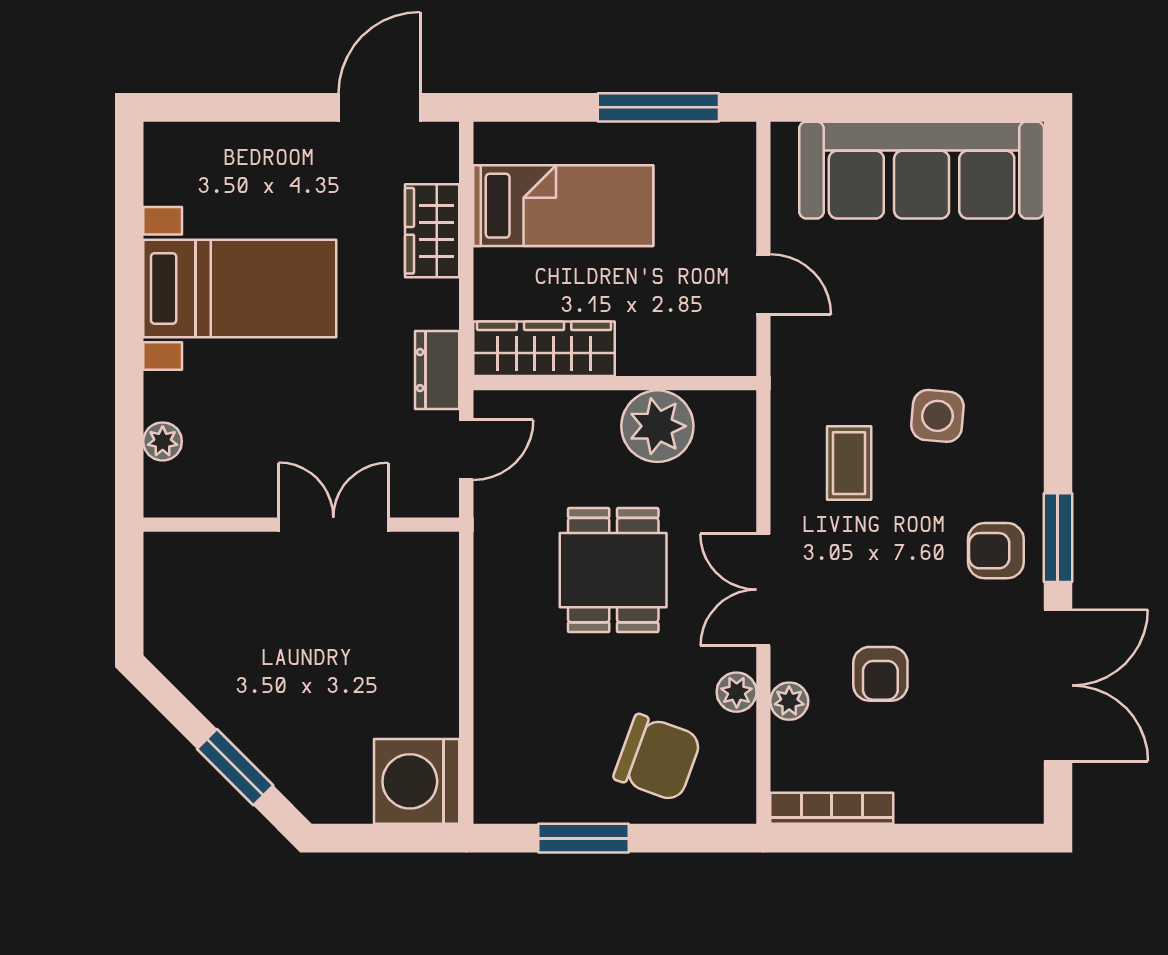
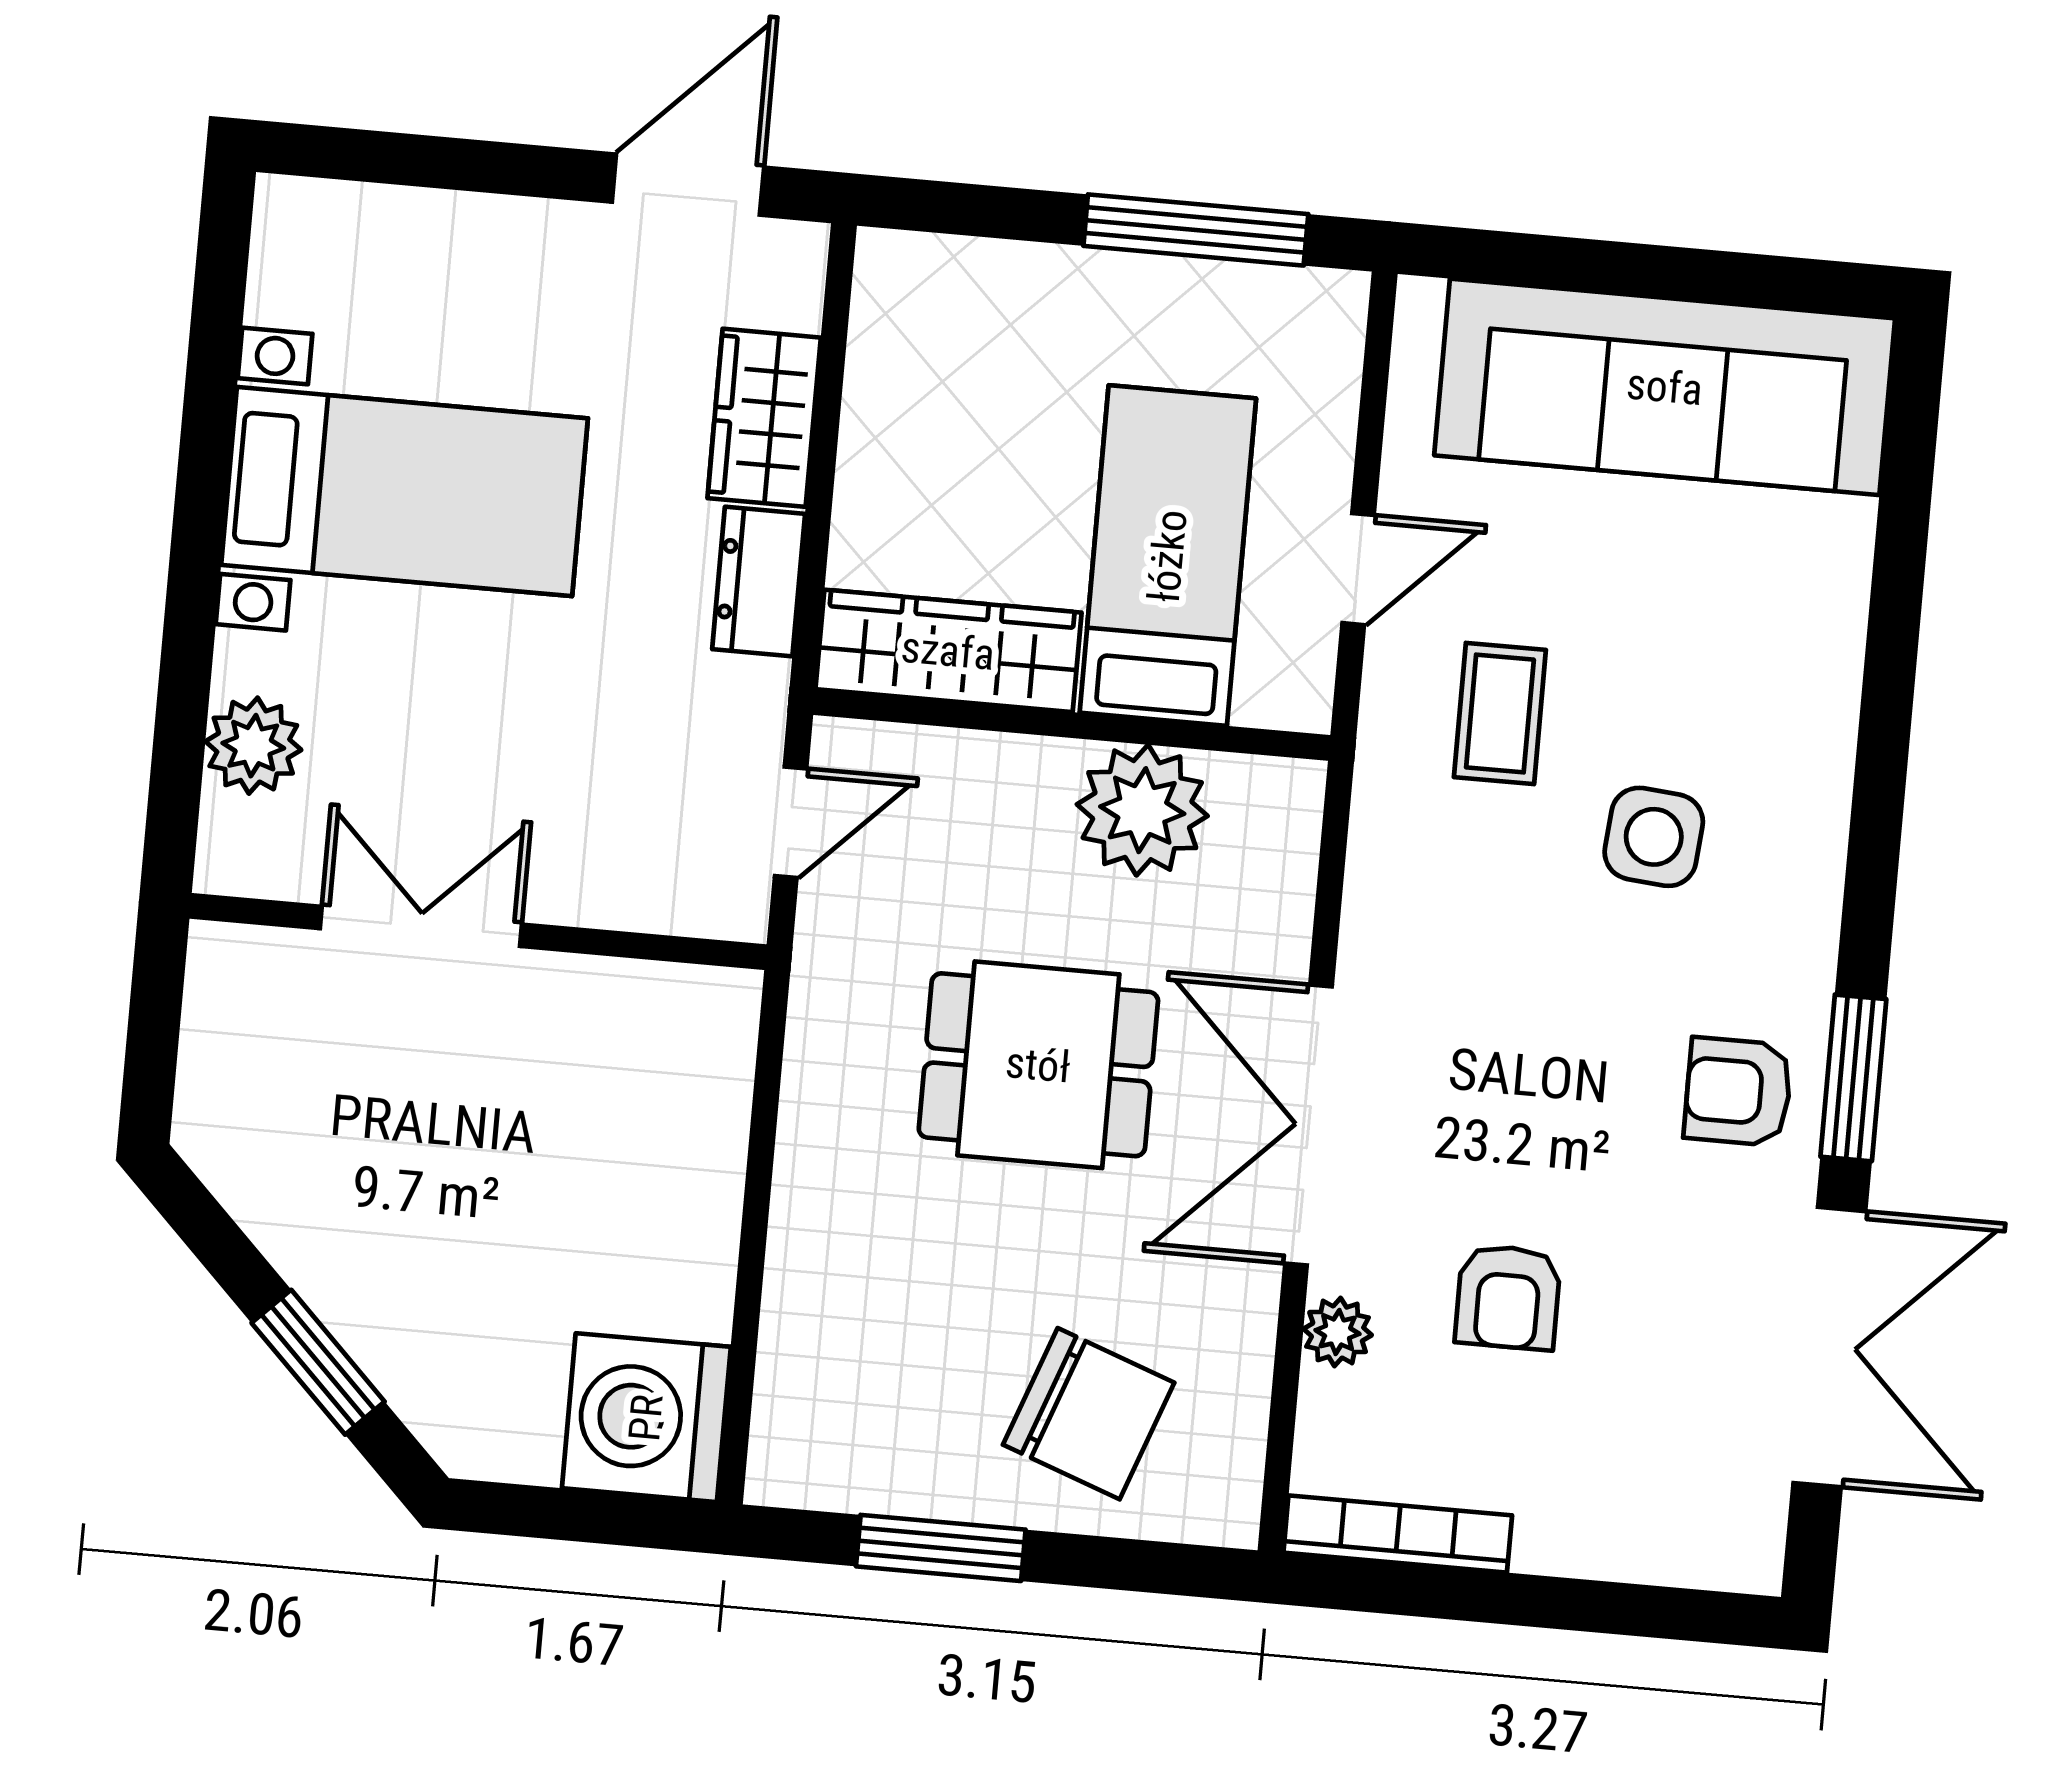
bed: (563, 206) -> (1168, 556), moved, turned -90
door: (763, 284) -> (1358, 569), hinge flipped
dresser: (437, 370) -> (759, 582), moved
plant: (163, 441) -> (253, 746), width x1.38, depth x1.38
coffee table: (849, 463) -> (1500, 714), moved
double door: (333, 525) -> (421, 926), moved
dining table: (613, 570) -> (1038, 1065), turned 90
double door: (763, 590) -> (1309, 1125), width x1.37
plant: (737, 692) -> (1243, 1307), removed

